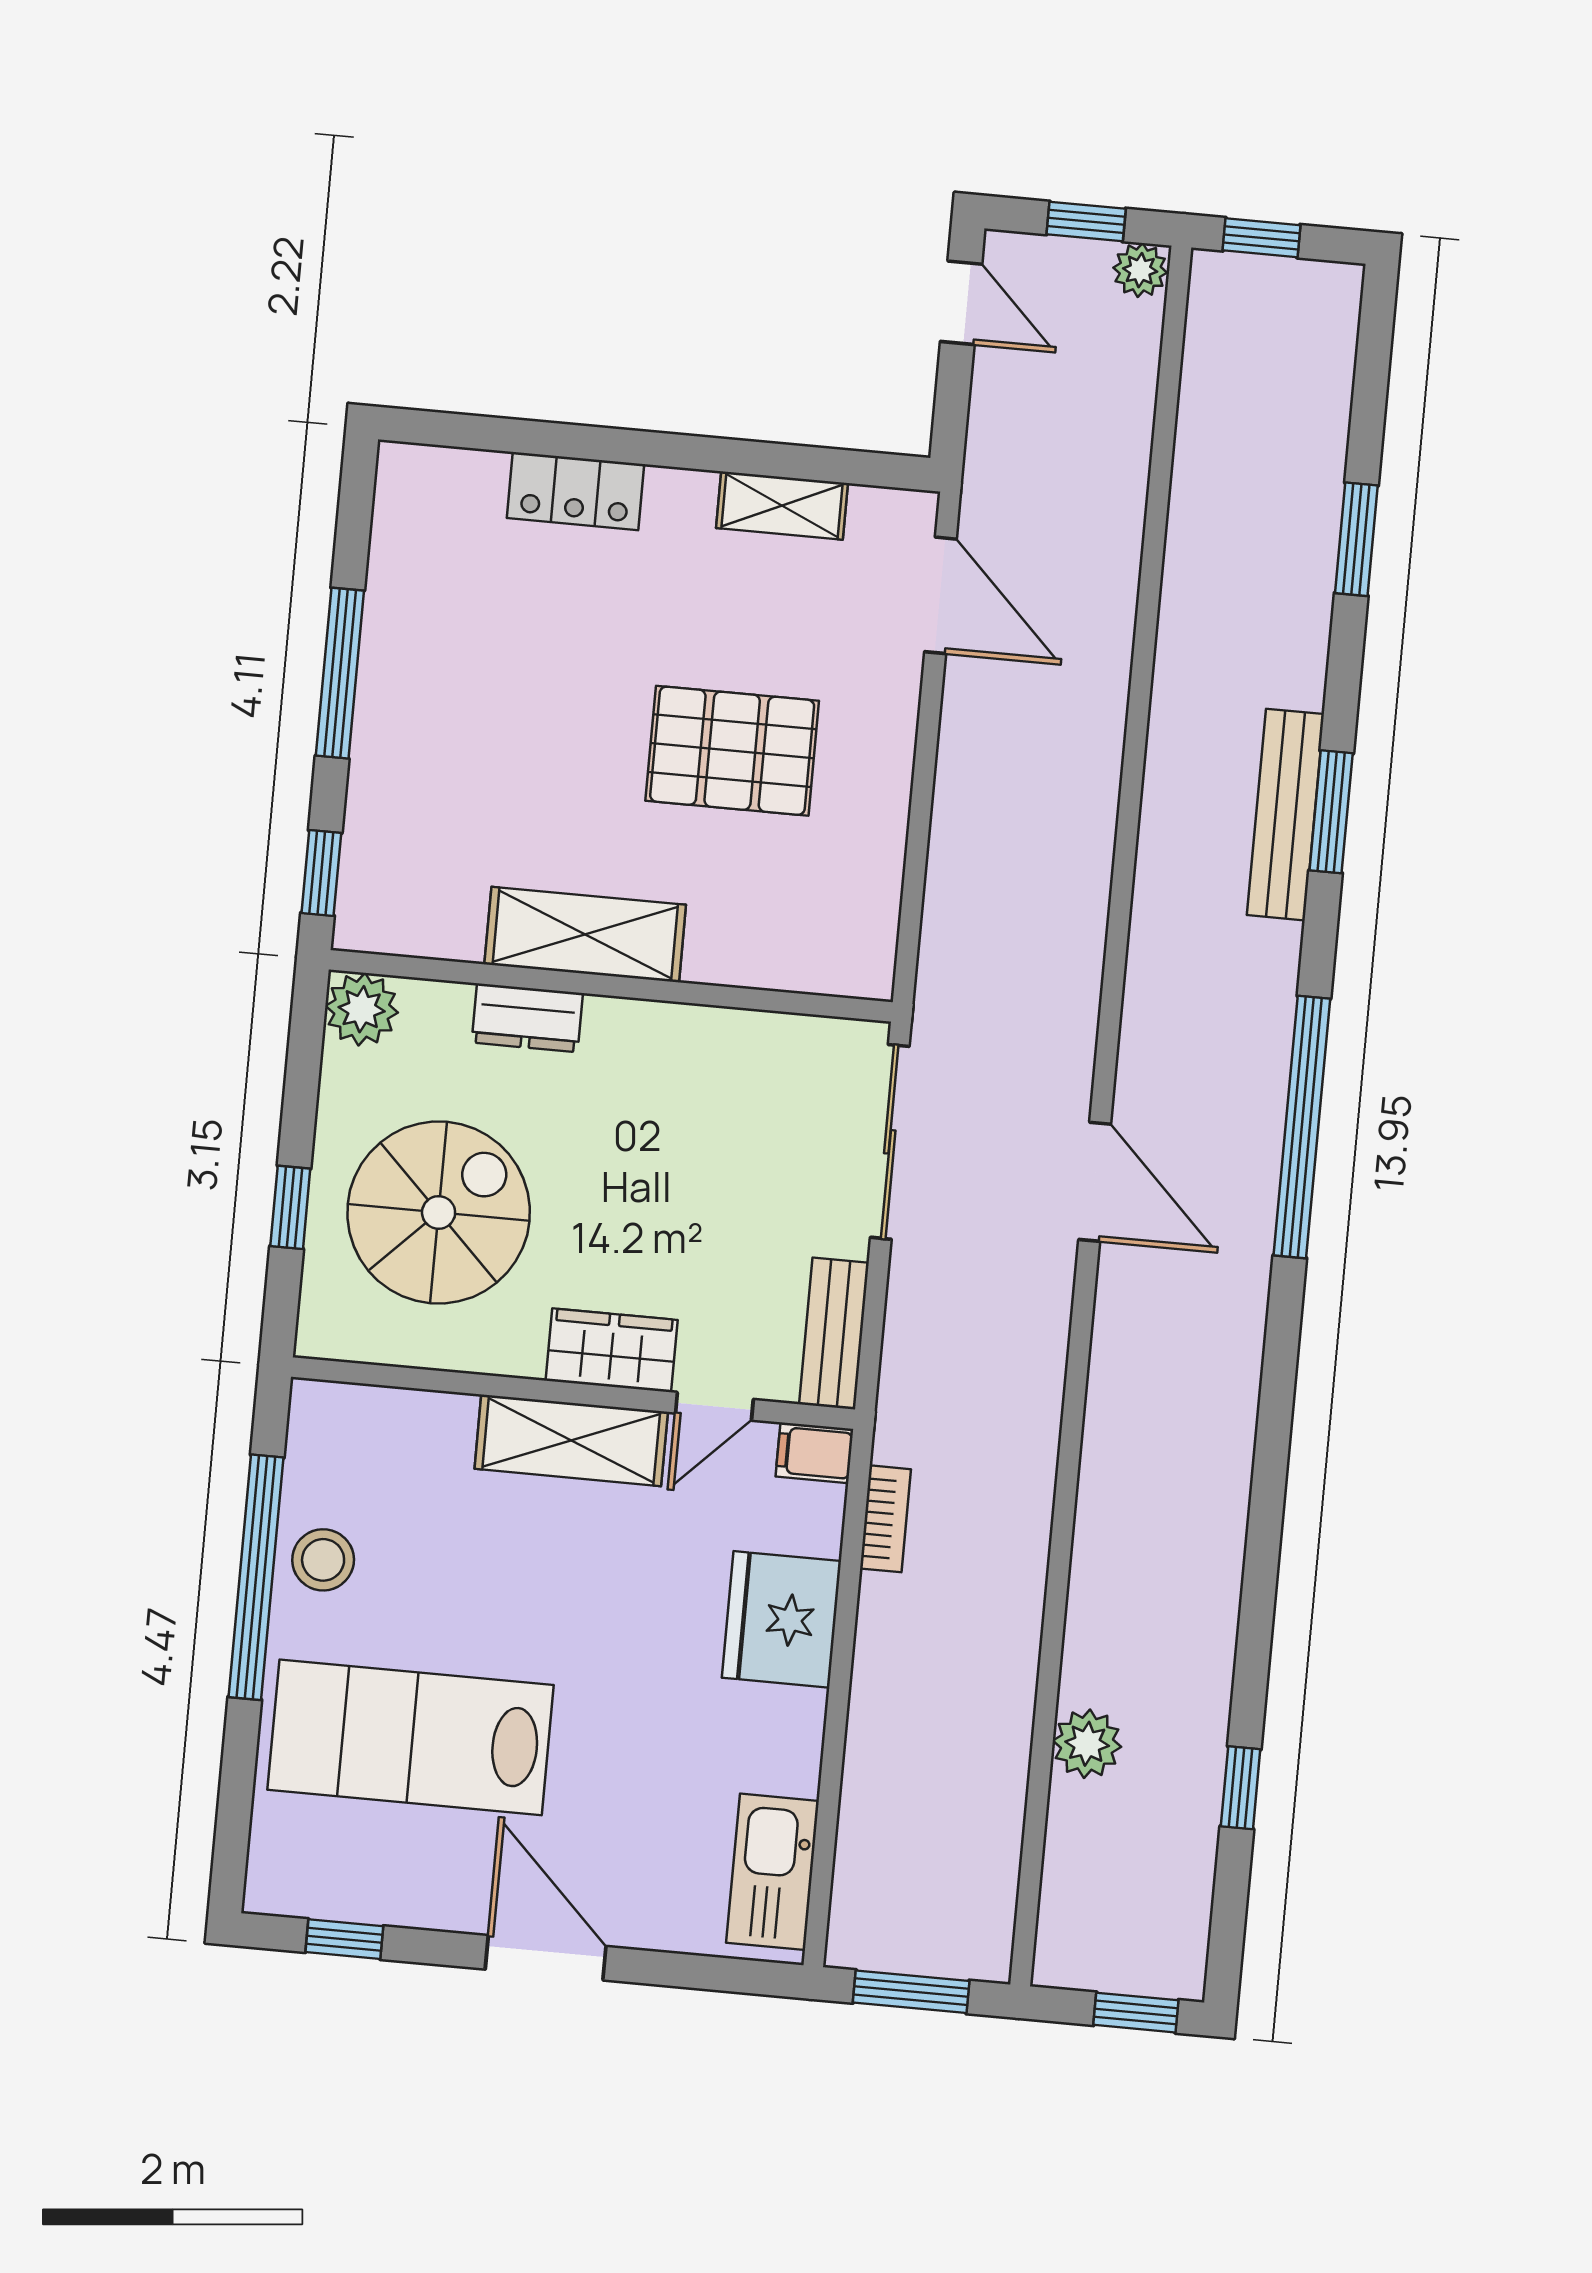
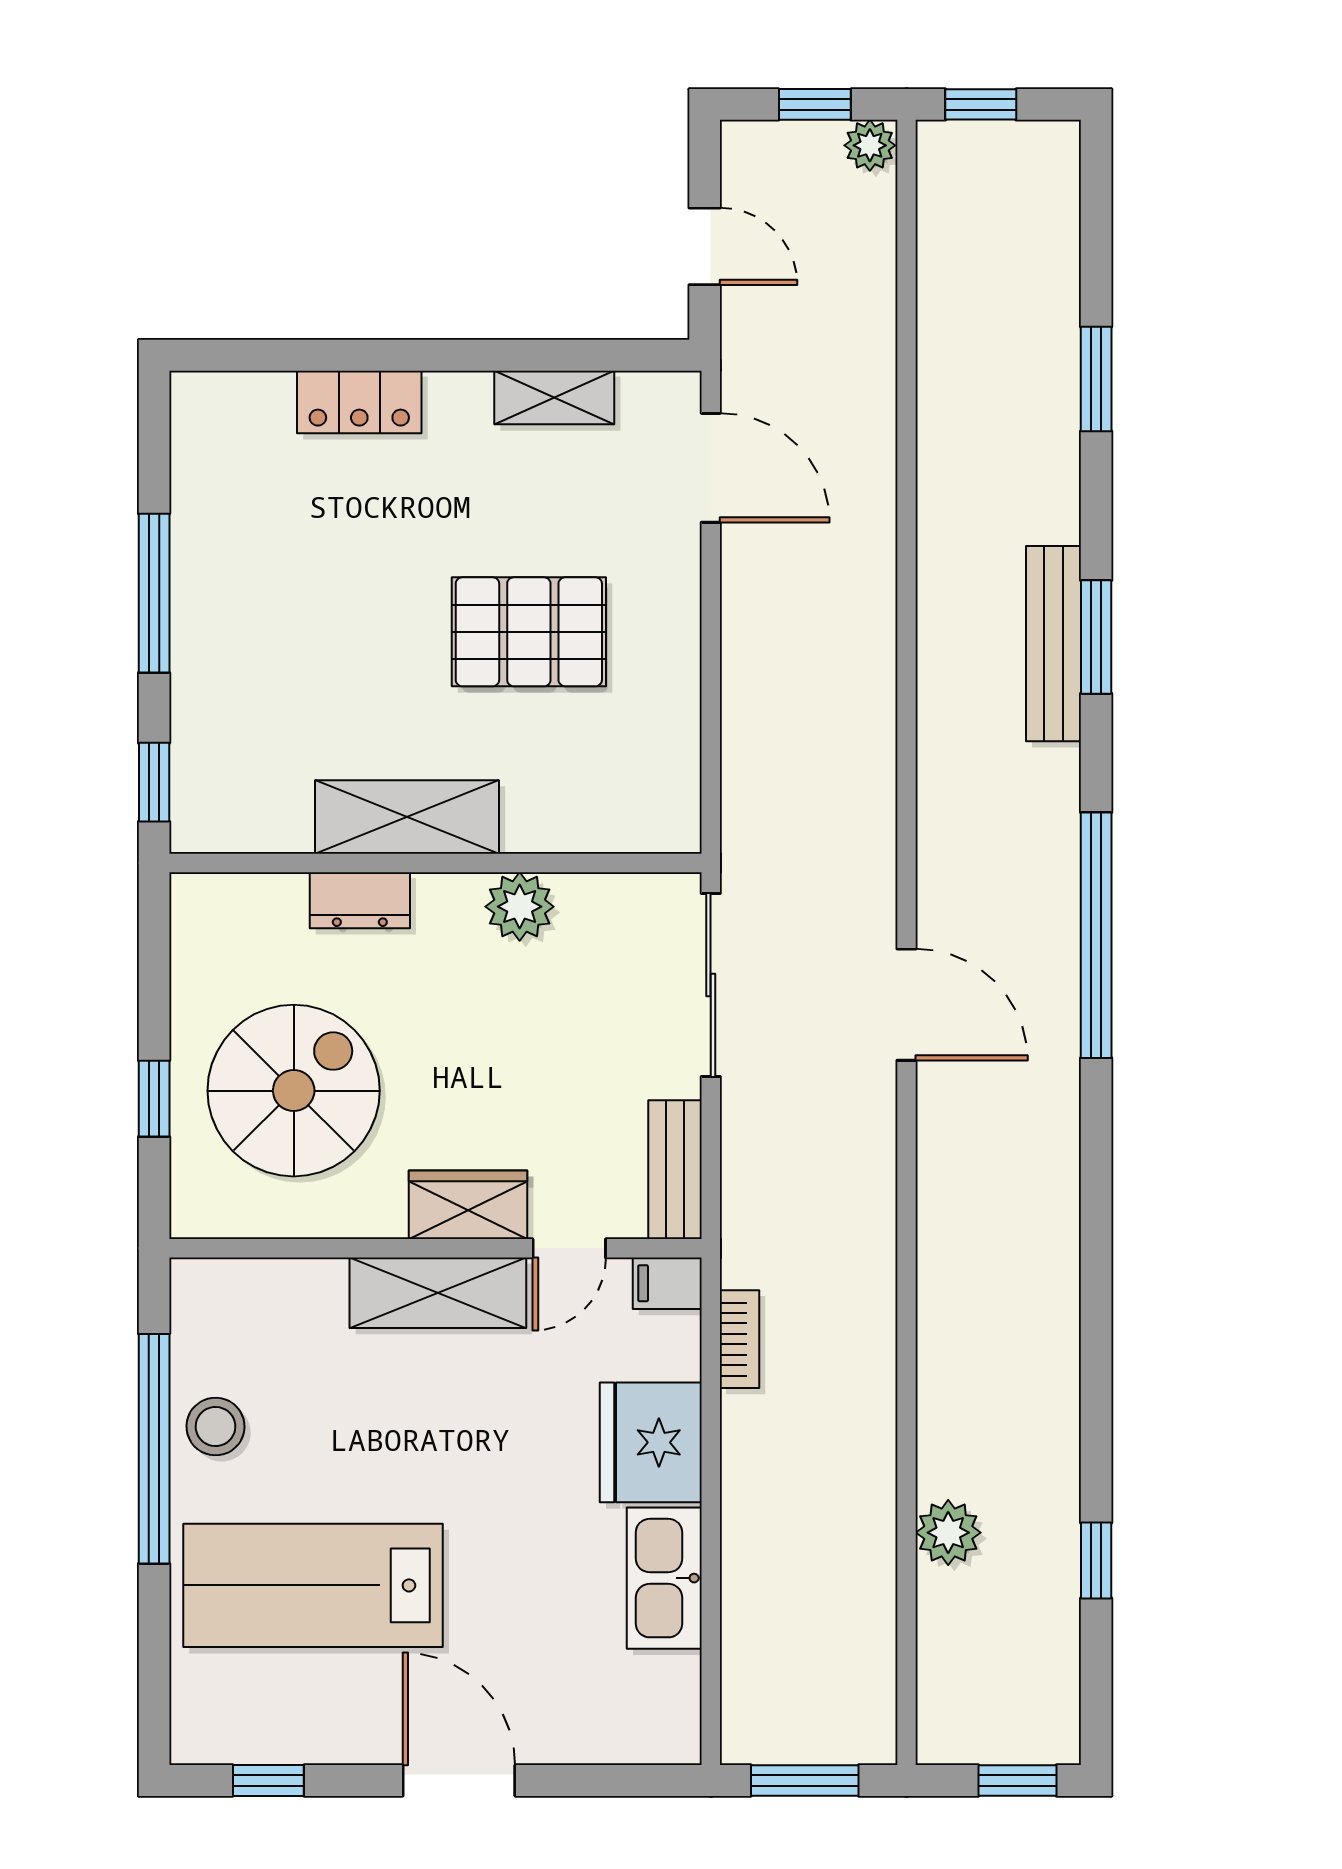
door: (961, 303) -> (705, 246), moved
plant: (362, 1009) -> (520, 907), moved
kitchen sink: (772, 1872) -> (664, 1578), moved

